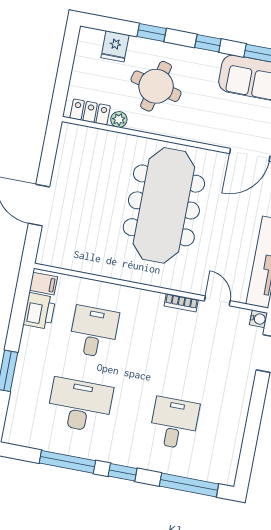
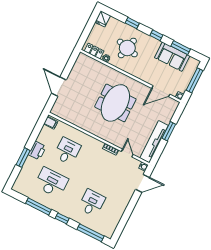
fridge: (115, 46) -> (103, 19), moved
meeting table: (164, 205) -> (115, 103), width x0.73
printer: (39, 311) -> (37, 151), moved

